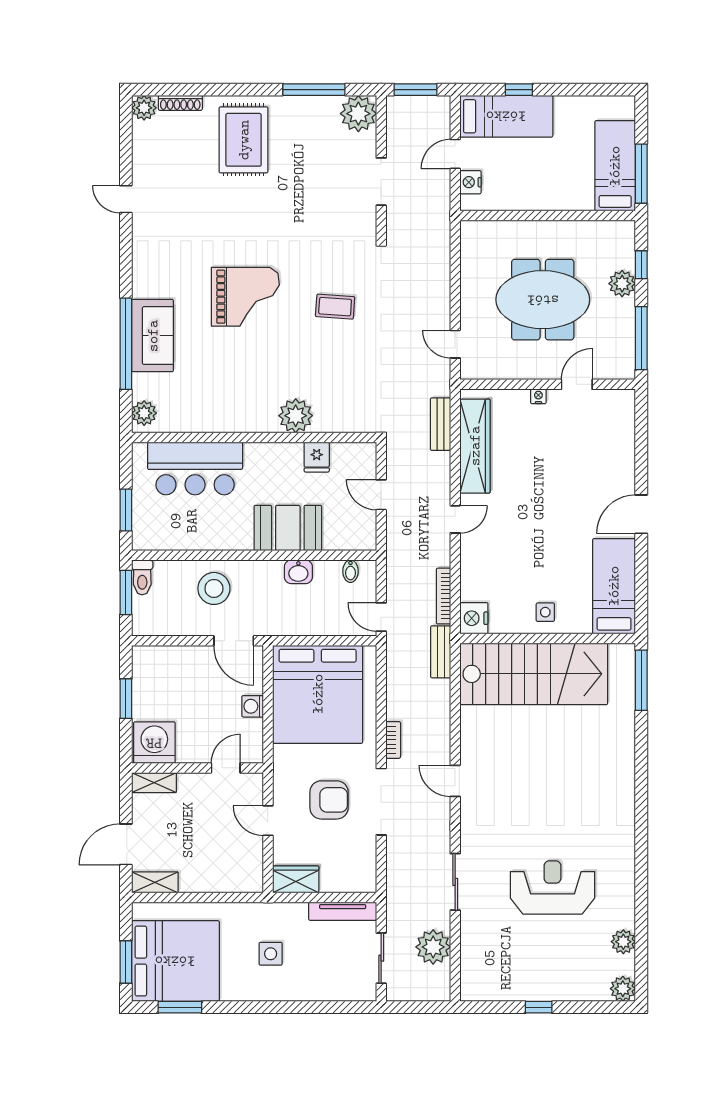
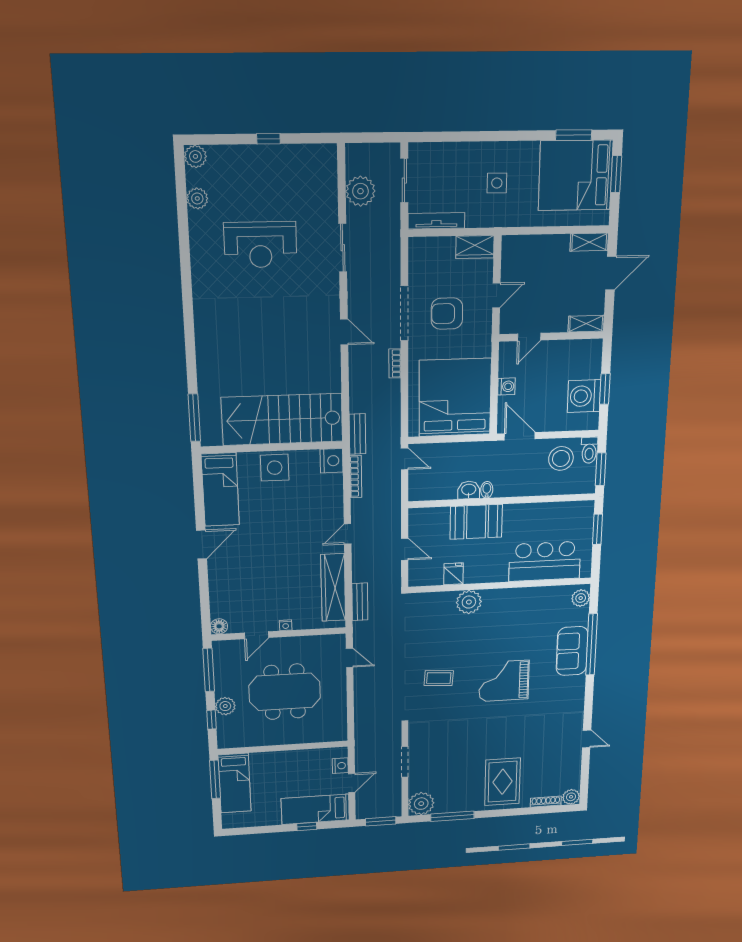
floor lamp: (625, 400) -> (219, 626), added
bidet: (350, 571) -> (487, 490), moved
toilet: (142, 577) -> (589, 450), moved, turned 180
stool: (214, 588) -> (561, 458), moved
side table: (545, 612) -> (275, 468), width x1.87, depth x1.87
washing machine: (154, 743) -> (584, 396), moved, turned 90
door: (268, 821) -> (496, 295), hinge flipped

